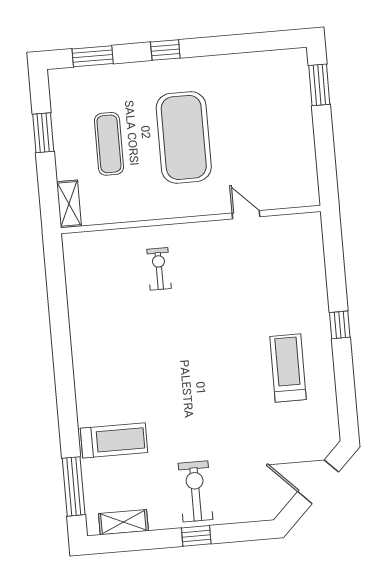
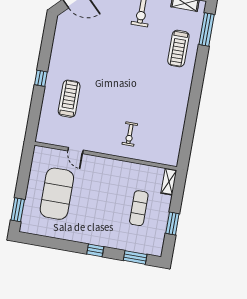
exercise mat: (184, 137) -> (57, 194), moved
treadmill: (288, 368) -> (69, 99), moved, turned 180
treadmill: (114, 440) -> (178, 48), turned -90

